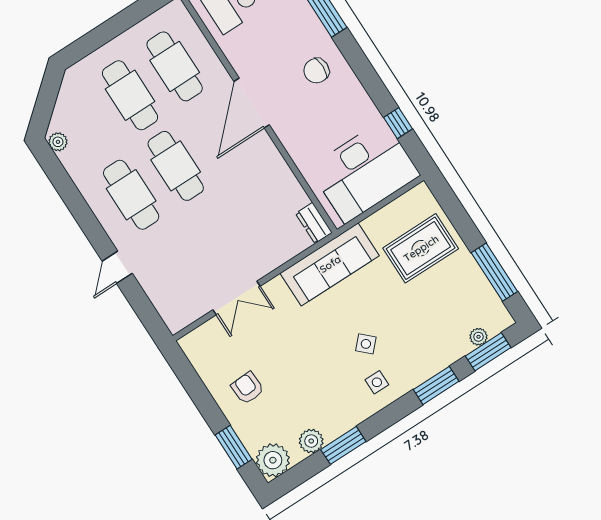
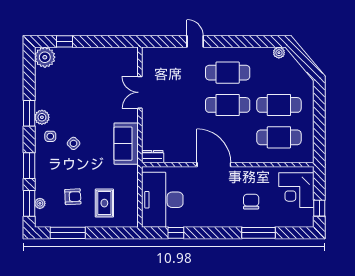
chair: (316, 71) -> (251, 202), moved
door: (252, 103) -> (214, 165), moved
rug: (421, 248) -> (104, 203), width x0.73, depth x0.70
sofa: (330, 264) -> (126, 144), width x0.73
armchair: (248, 388) -> (73, 197), moved
plant: (311, 441) -> (42, 117), moved
window: (343, 445) -> (29, 113), moved
window: (234, 447) -> (64, 41), width x0.67

